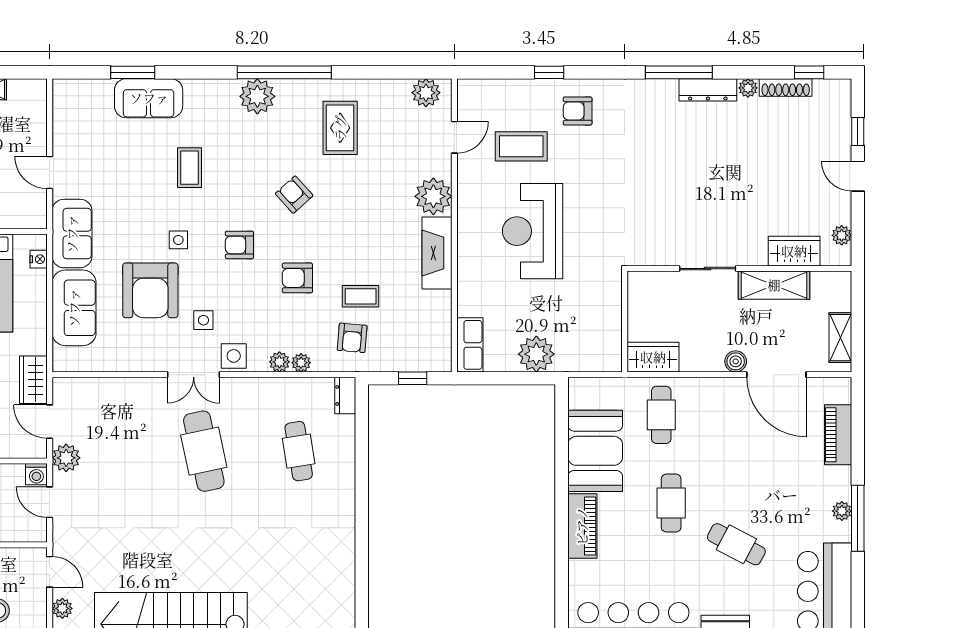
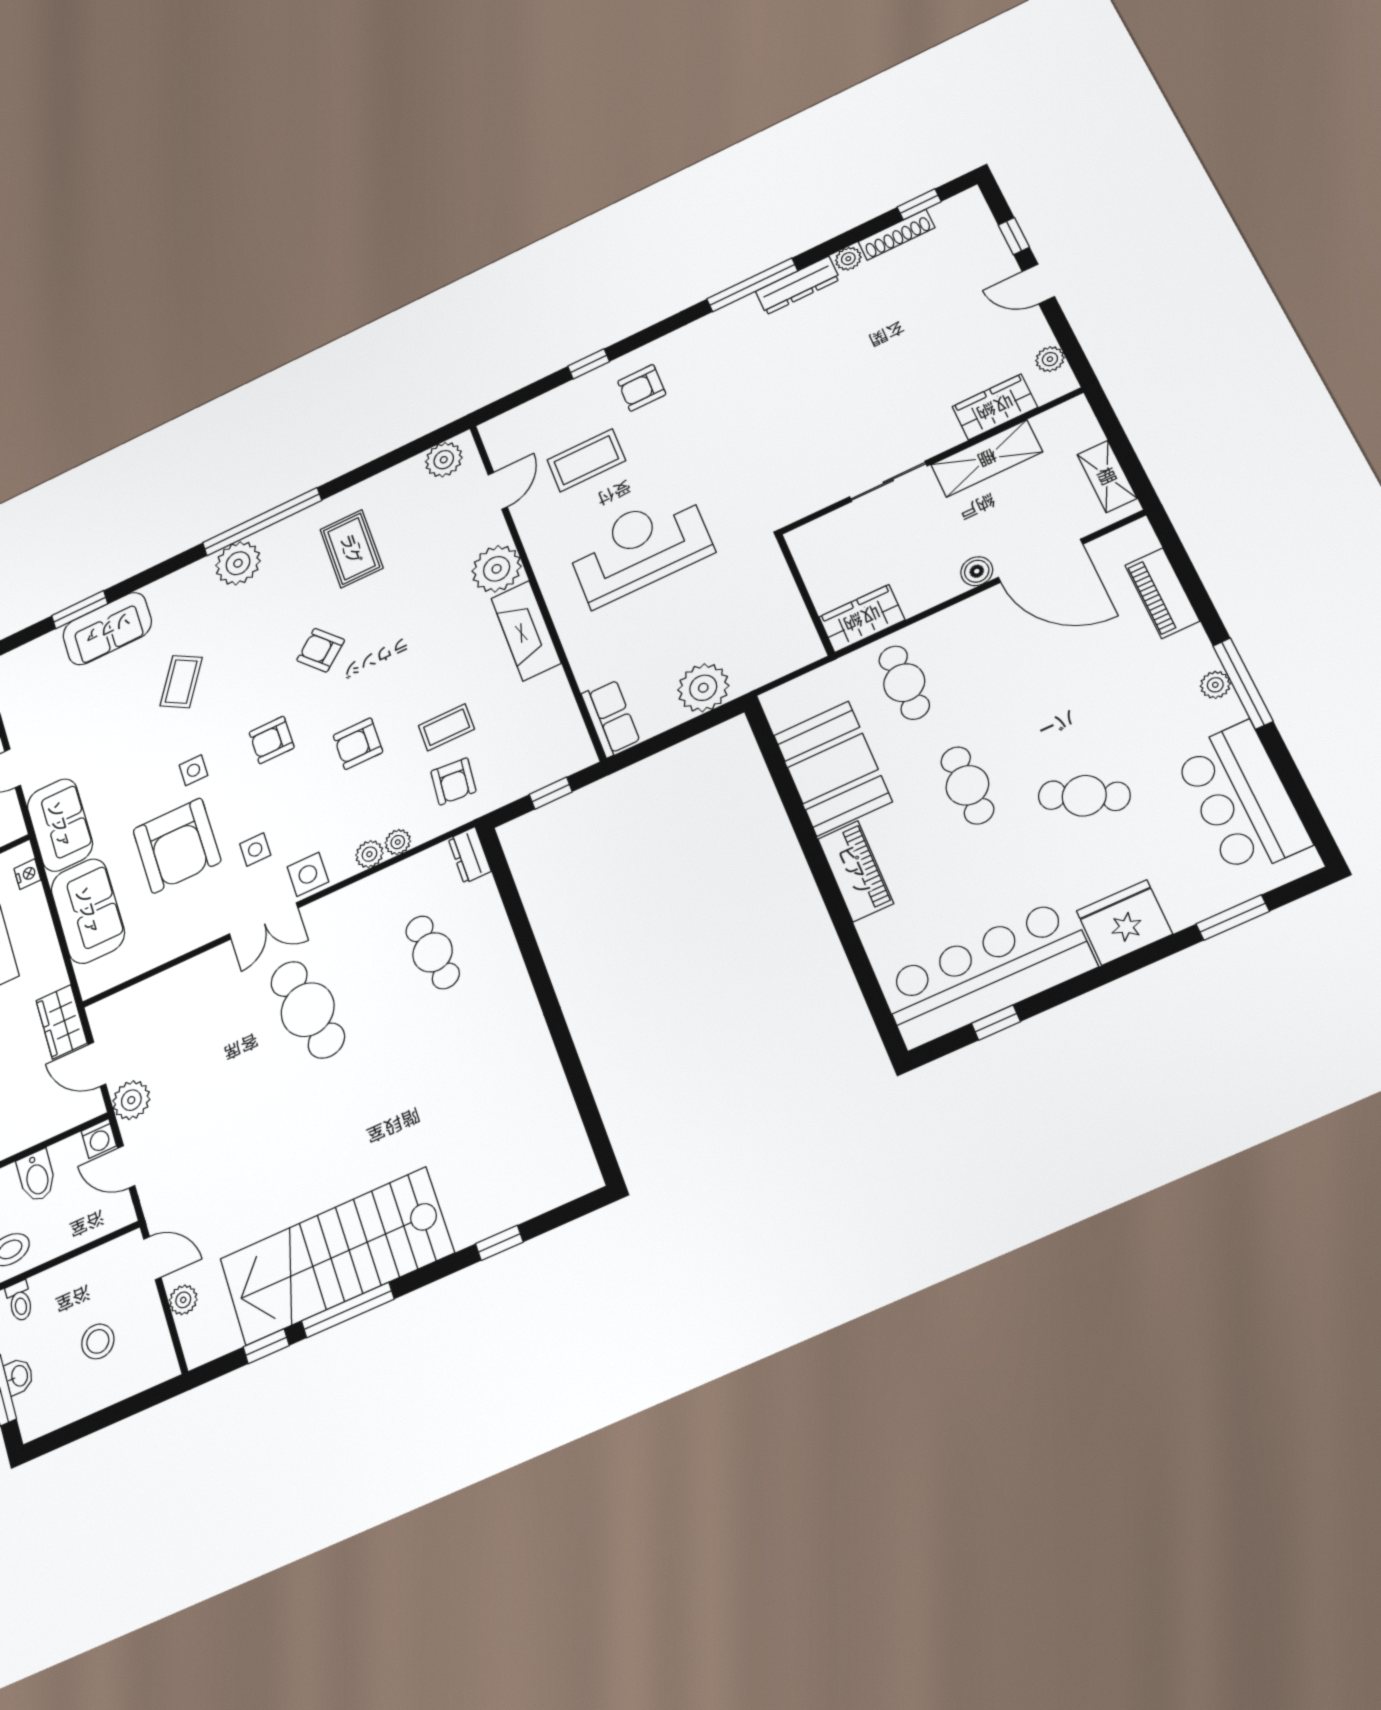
coffee table: (190, 168) -> (181, 682), turned 31
reception desk: (533, 231) -> (640, 548), turned 90

